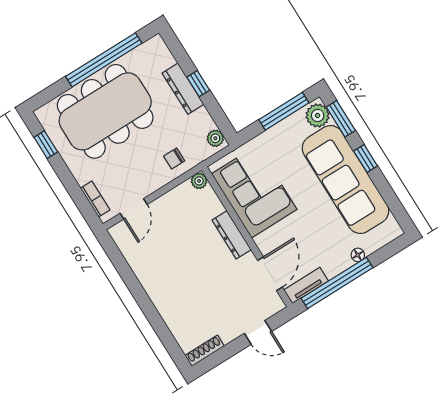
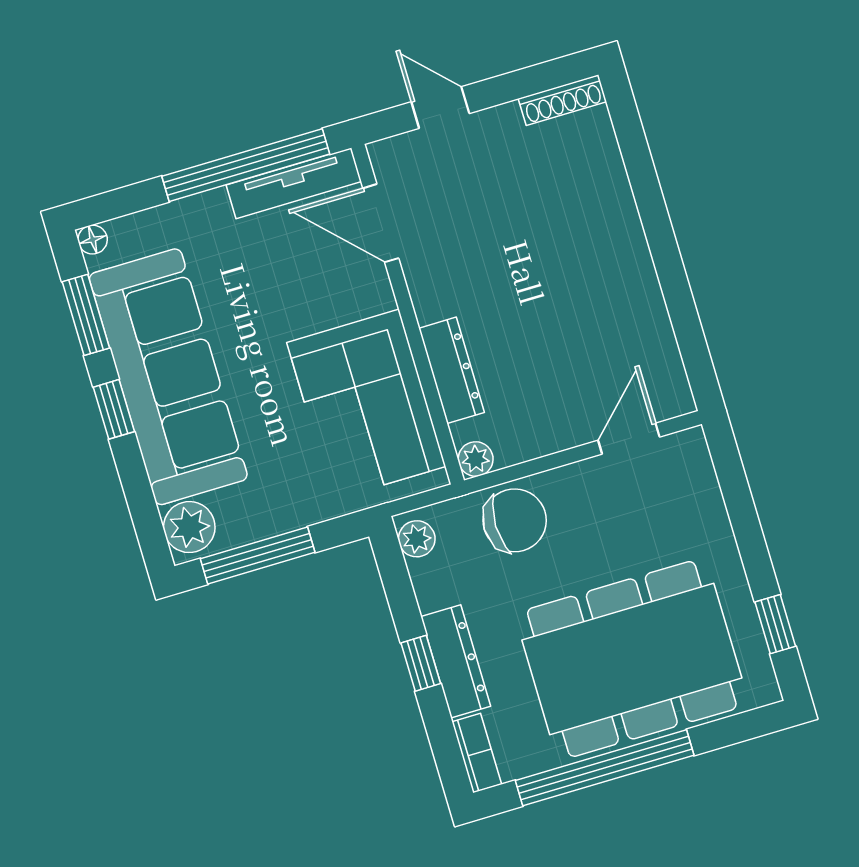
window: (341, 119) -> (86, 315), moved
chair: (174, 158) -> (515, 520), width x1.87, depth x1.87
bookcase: (95, 199) -> (477, 753), moved, turned 180
dresser: (232, 235) -> (452, 370), moved
floor lamp: (358, 255) -> (93, 240), moved
door: (270, 274) -> (381, 223), hinge flipped
tv unit: (306, 285) -> (294, 183), width x1.41

